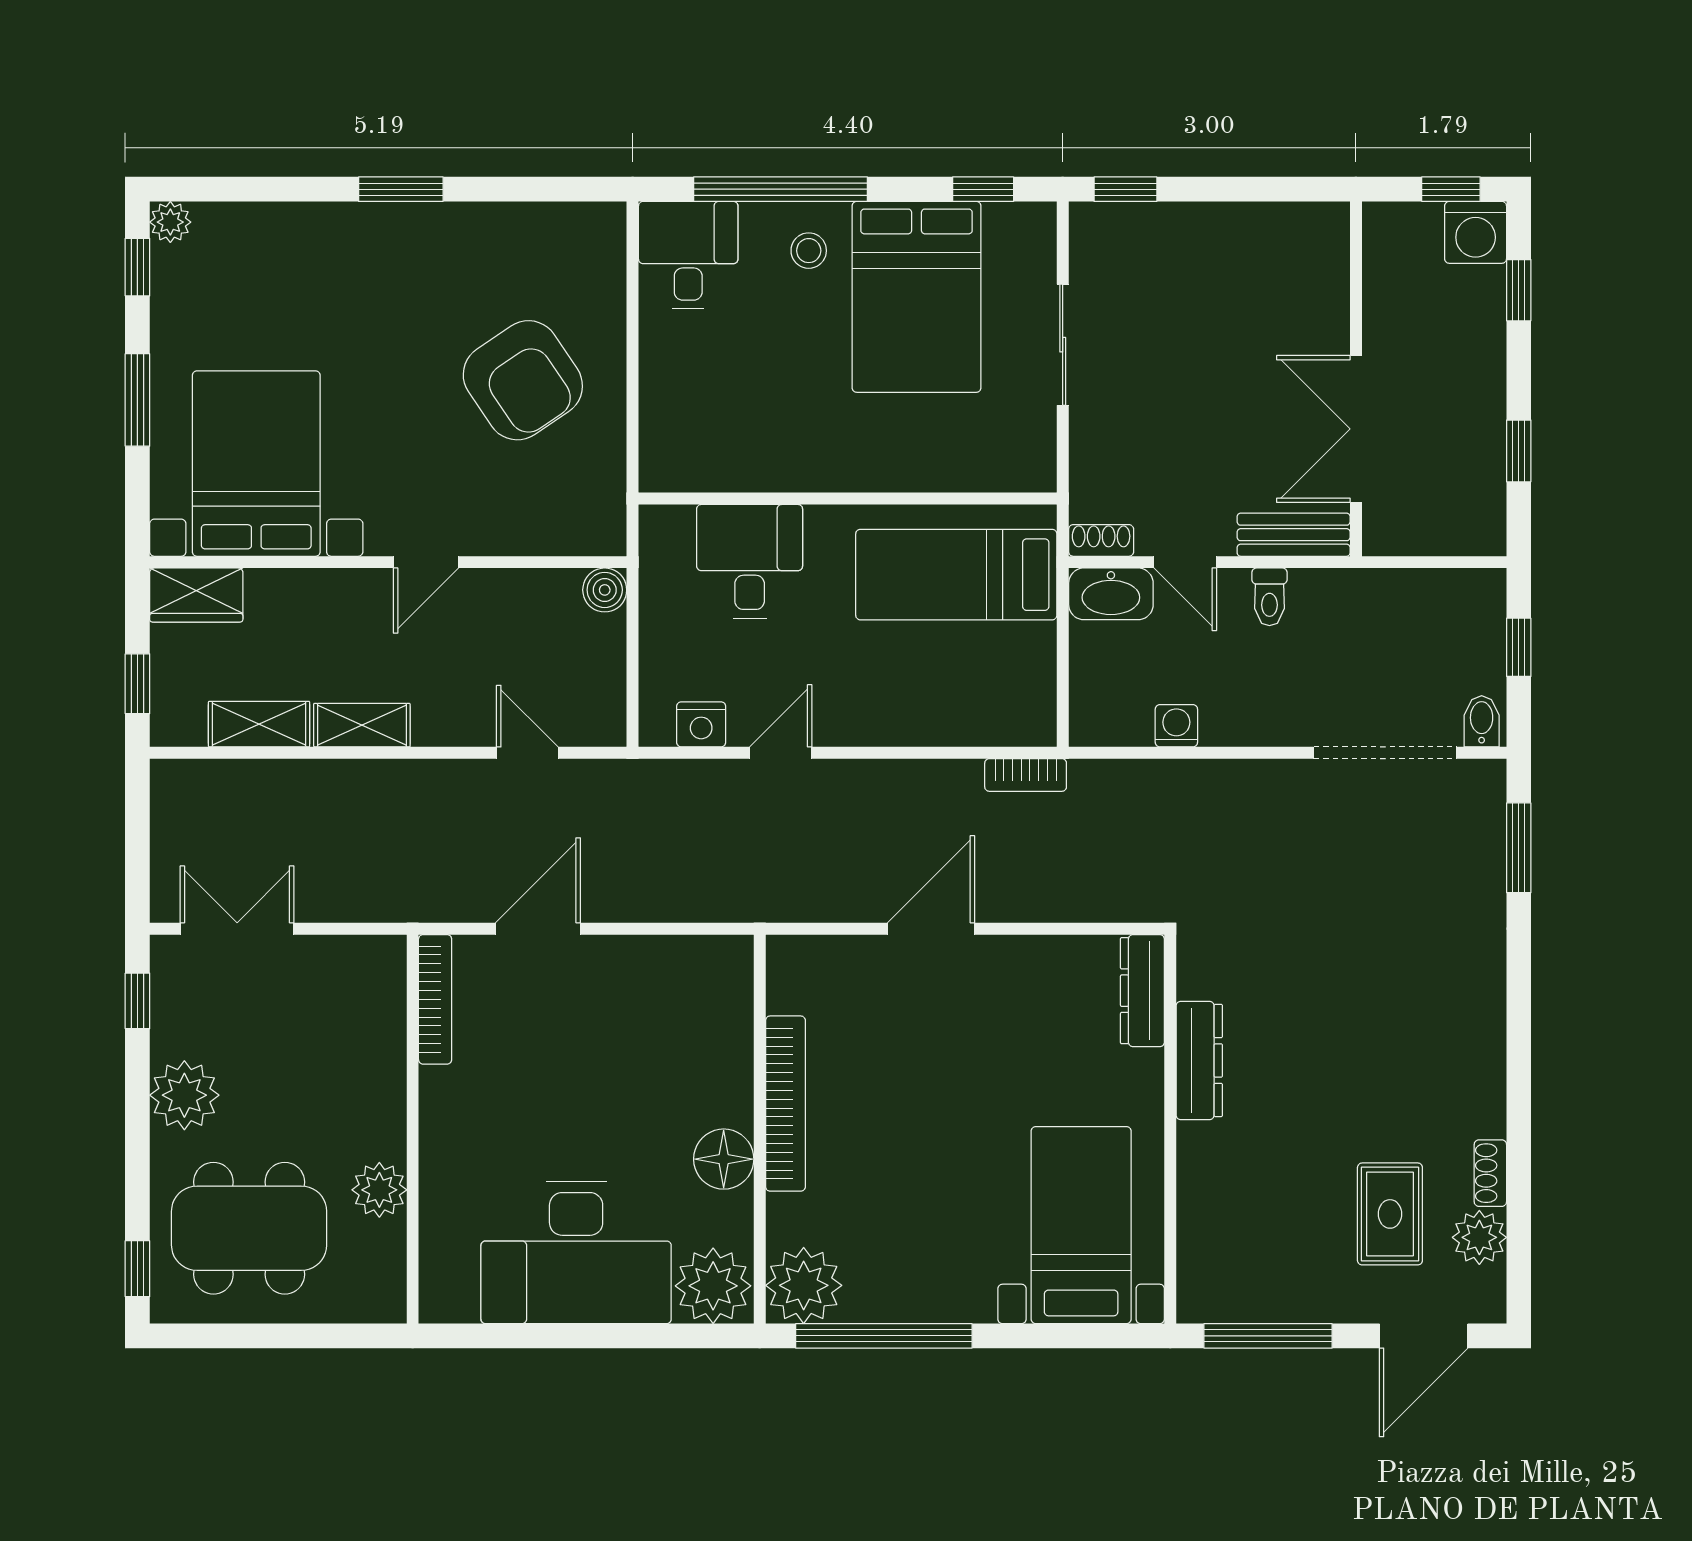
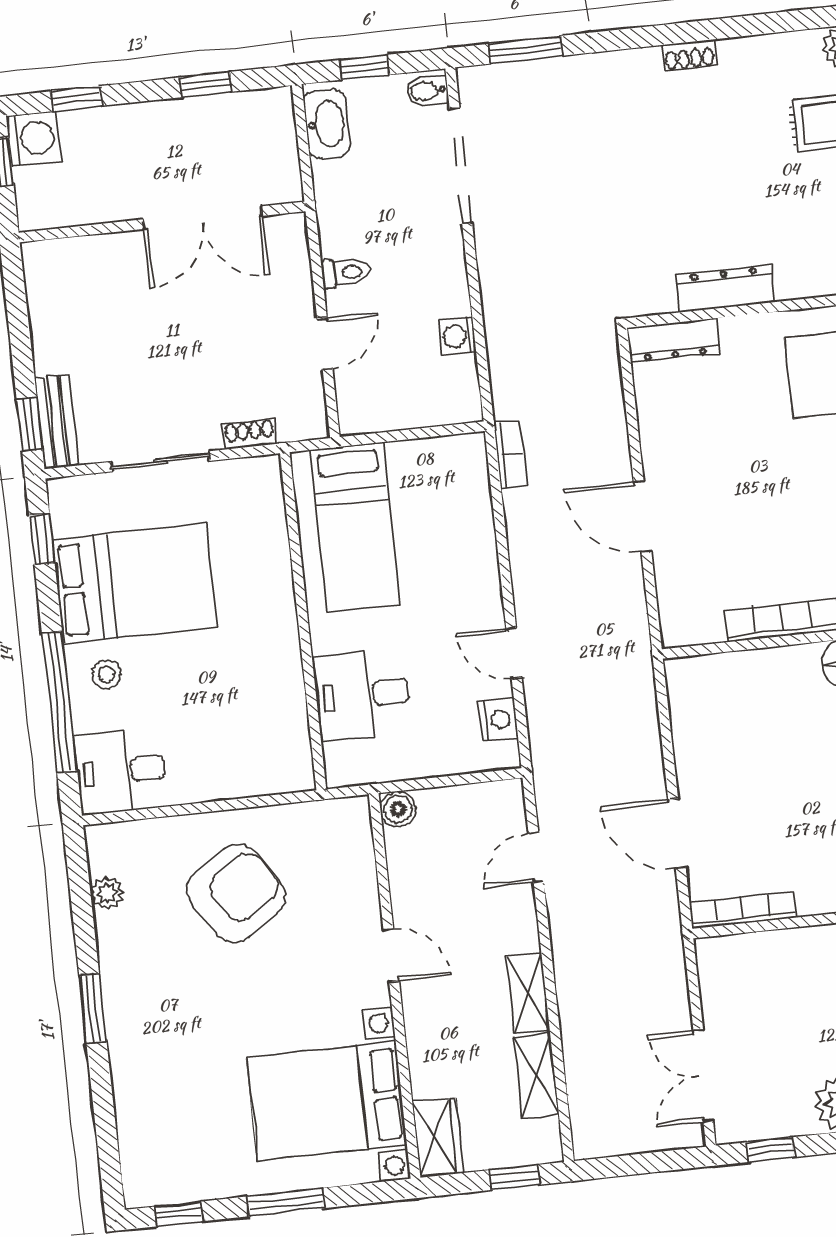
plant: (170, 222) -> (107, 894), moved
bench: (1294, 535) -> (57, 422), moved
shoe rack: (1101, 540) -> (249, 434), moved, turned 90
washbasin: (1111, 594) -> (327, 124), moved
shoe rack: (1490, 1173) -> (689, 55), moved

